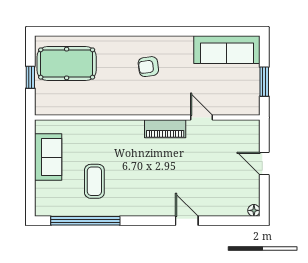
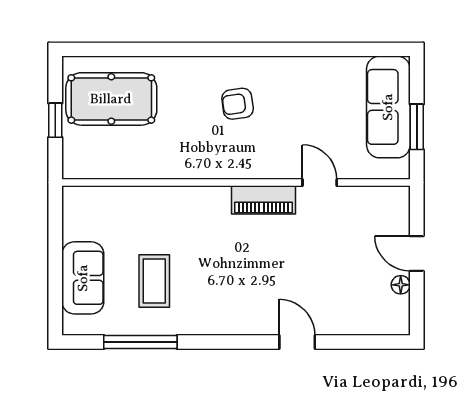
sofa: (227, 50) -> (388, 107), moved, turned 90
sofa: (48, 157) -> (83, 278), moved
floor lamp: (254, 210) -> (401, 285), moved
window: (85, 221) -> (140, 342), width x0.68

